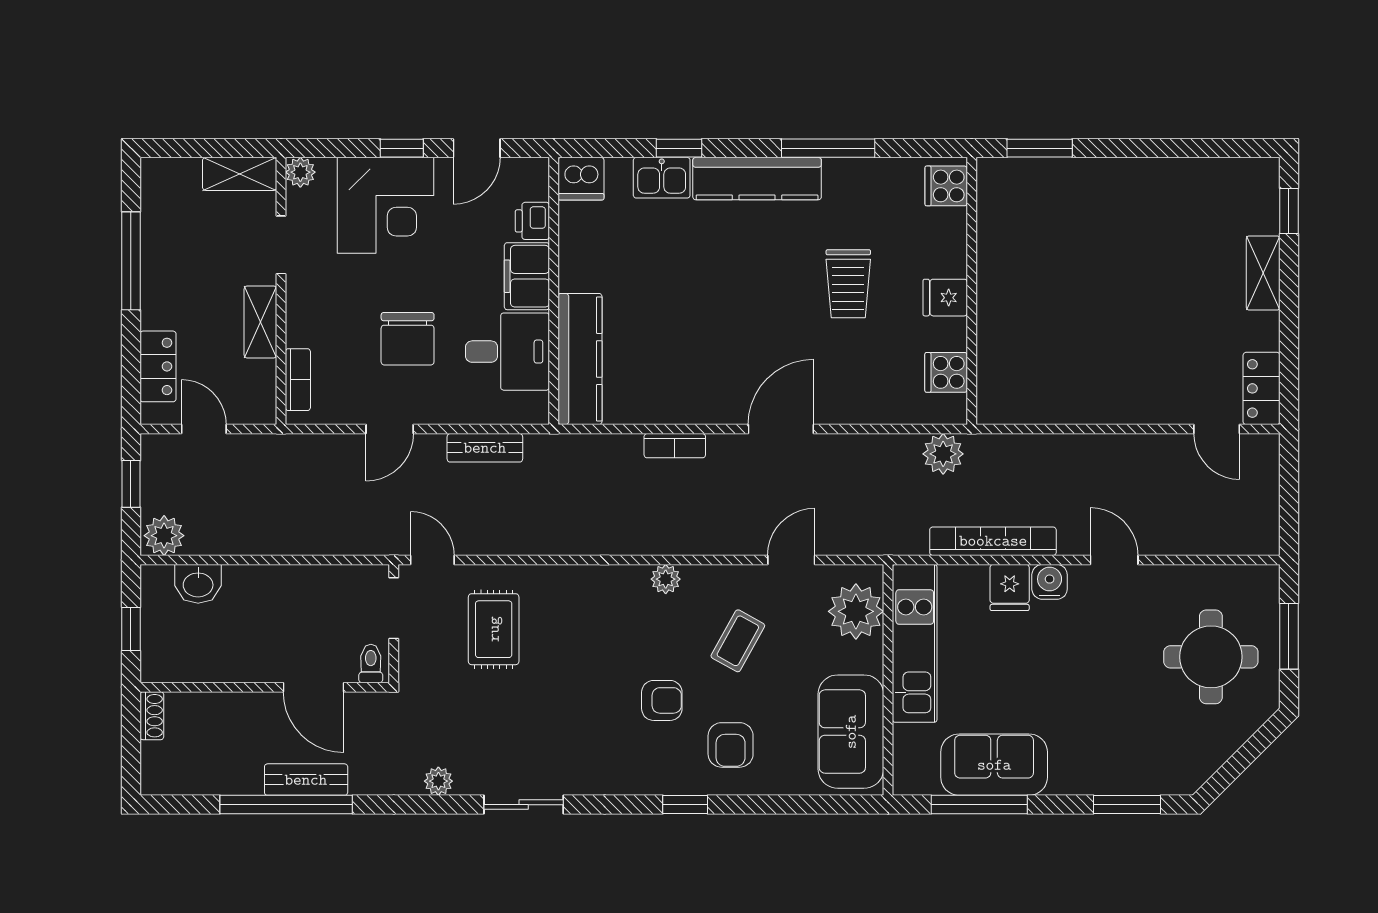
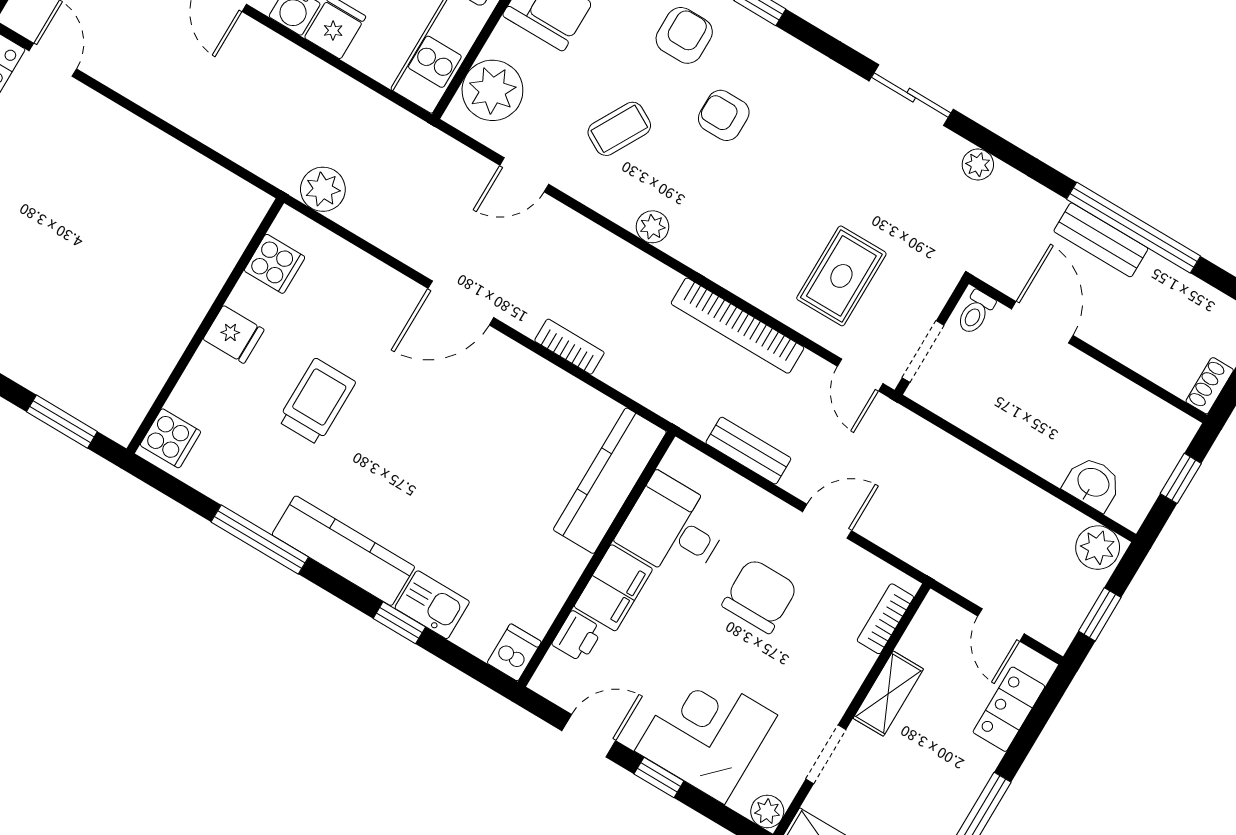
dishwasher: (581, 179) -> (514, 652), width x0.73
bookcase: (993, 541) -> (738, 326), moved

